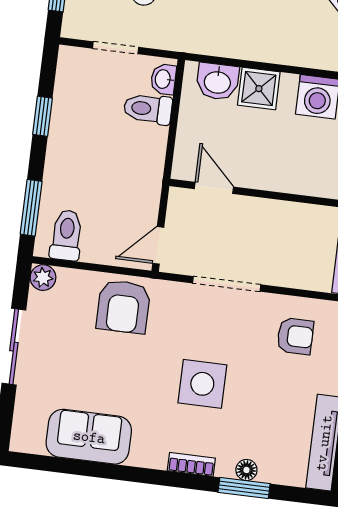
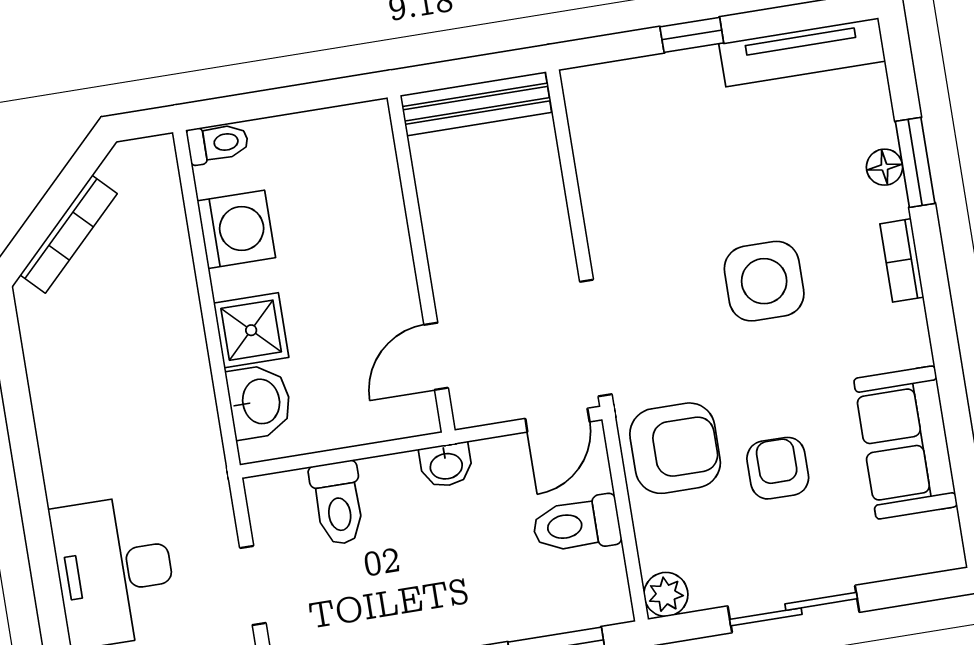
washbasin: (163, 79) -> (446, 465), moved
toilet: (66, 235) -> (577, 525), moved
door: (158, 245) -> (557, 420), hinge flipped
doorway: (227, 284) -> (596, 338), moved
armchair: (295, 336) -> (778, 468), moved

